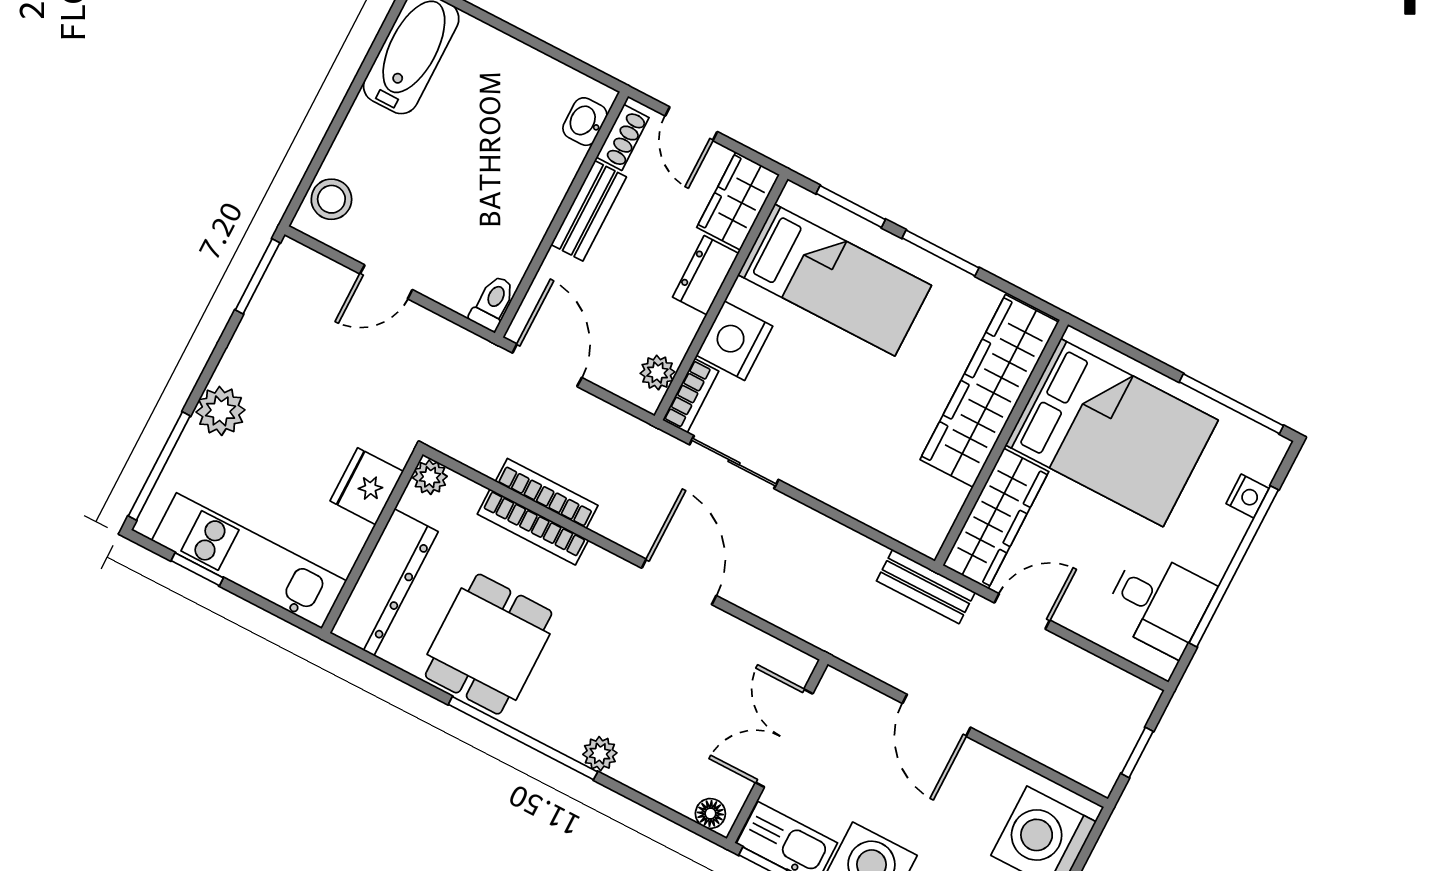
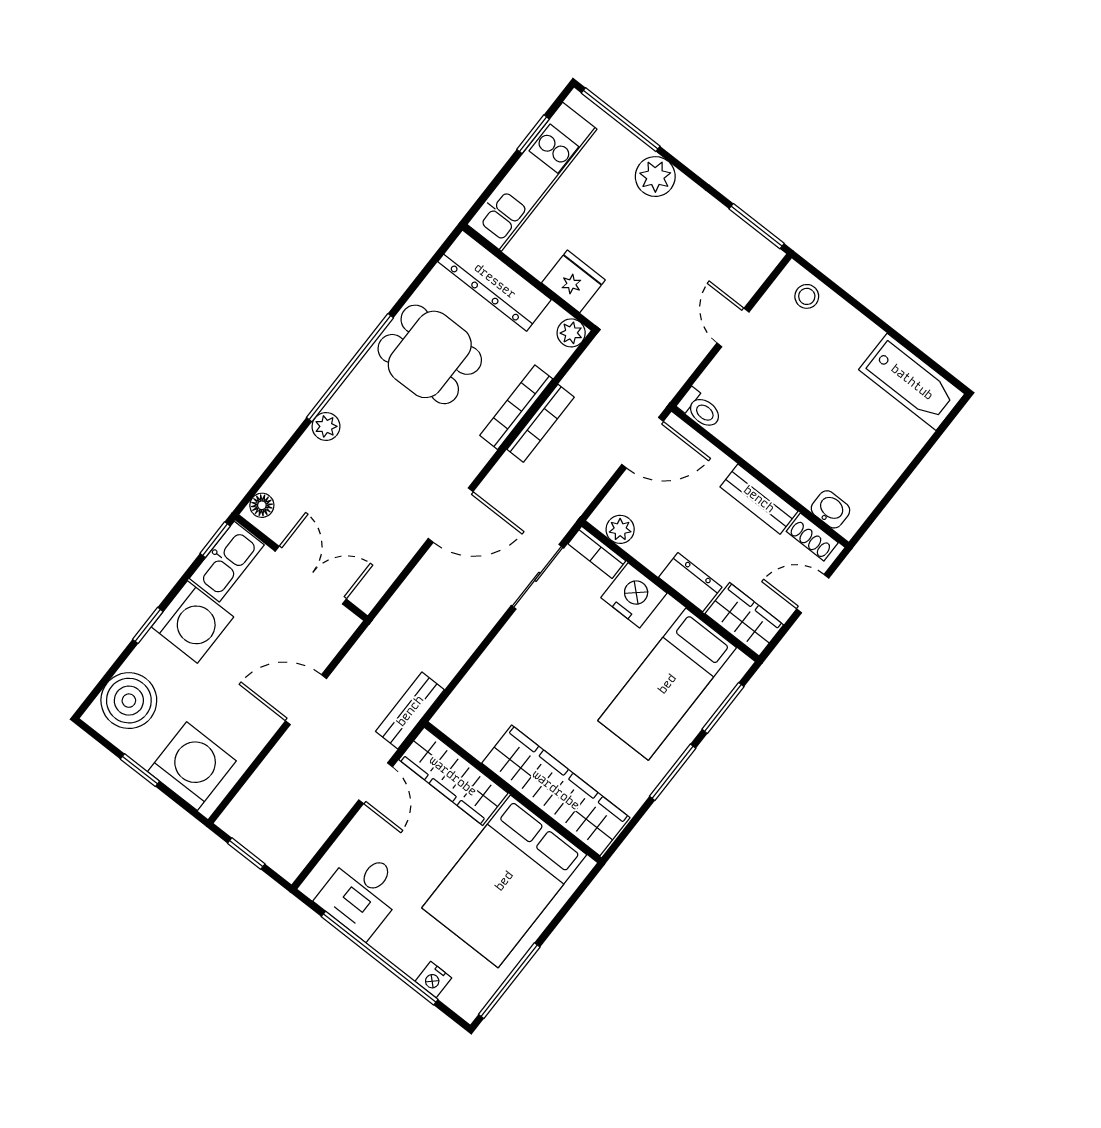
stool: (331, 199) -> (807, 296), width x0.73, depth x0.73

